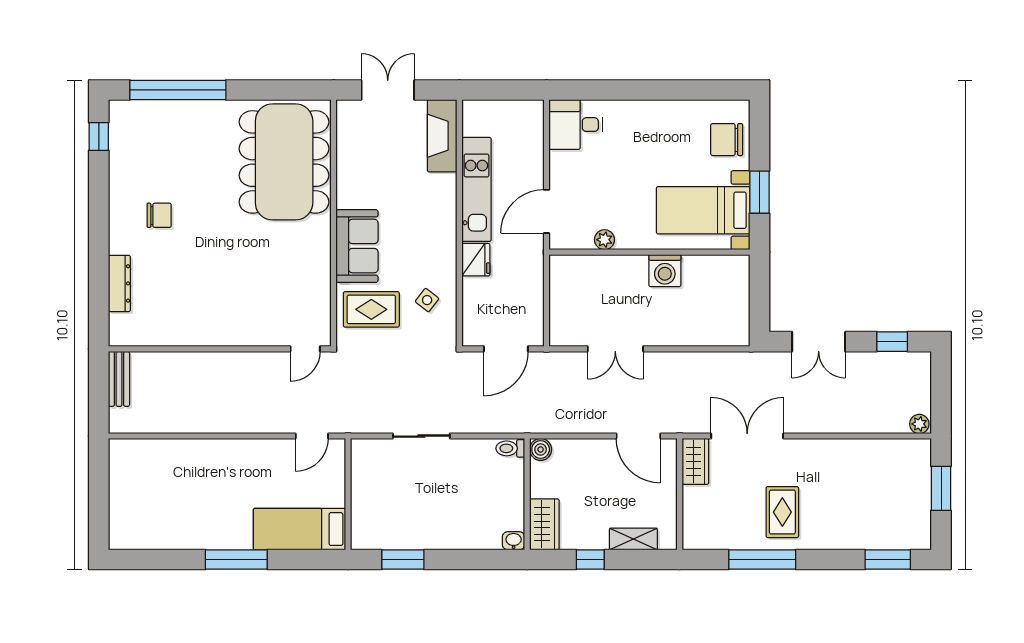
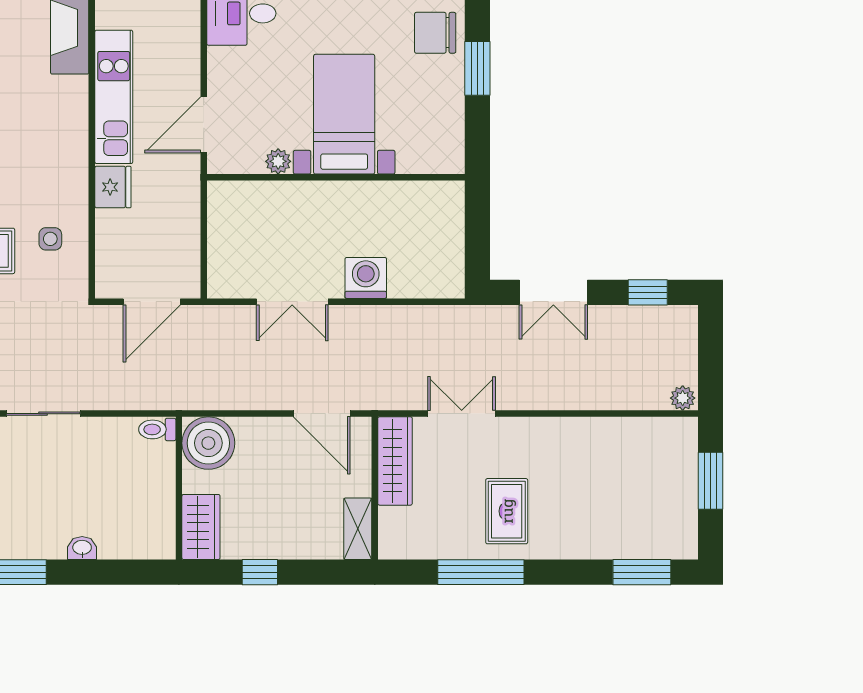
window: (760, 192) -> (477, 68), moved
bed with nightstands: (703, 210) -> (344, 114), moved, turned 90
washing machine: (665, 271) -> (366, 278), moved, turned 180
side table: (427, 300) -> (50, 239), turned -38
double door: (747, 436) -> (462, 414), width x0.73
boiler: (541, 449) -> (208, 443), width x1.86, depth x1.86
wardrobe: (695, 461) -> (395, 461), width x1.50
shelving: (633, 539) -> (358, 529), moved, turned 90
washbasin: (514, 541) -> (82, 548), moved

